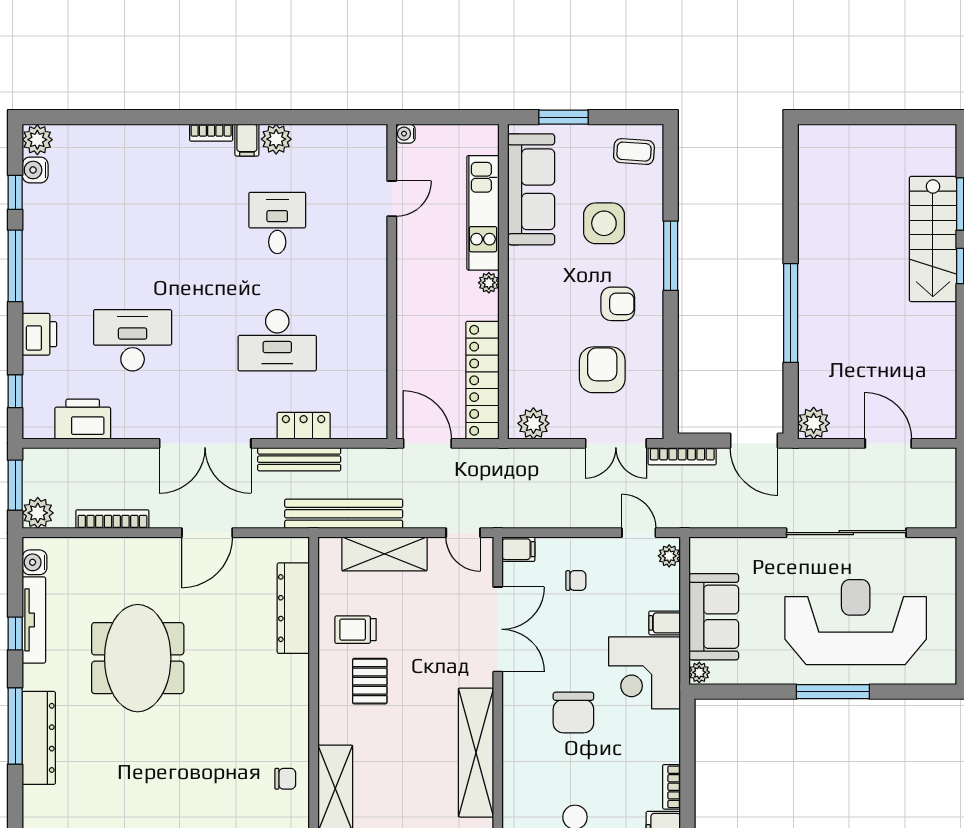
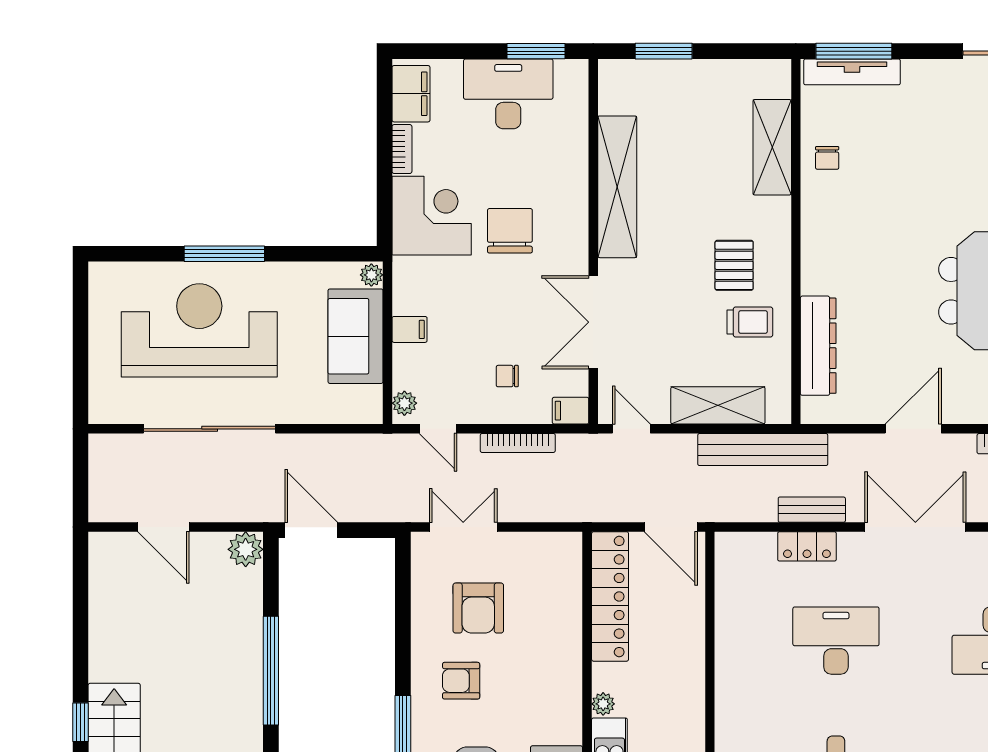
plant: (533, 423) -> (554, 549), removed
bookcase: (682, 456) -> (518, 443), moved, turned 180
bench: (299, 459) -> (812, 510), width x0.73
reception desk: (856, 622) -> (199, 330), turned 180
corner desk: (645, 673) -> (432, 216), moved
chair: (285, 779) -> (827, 158), turned -90

